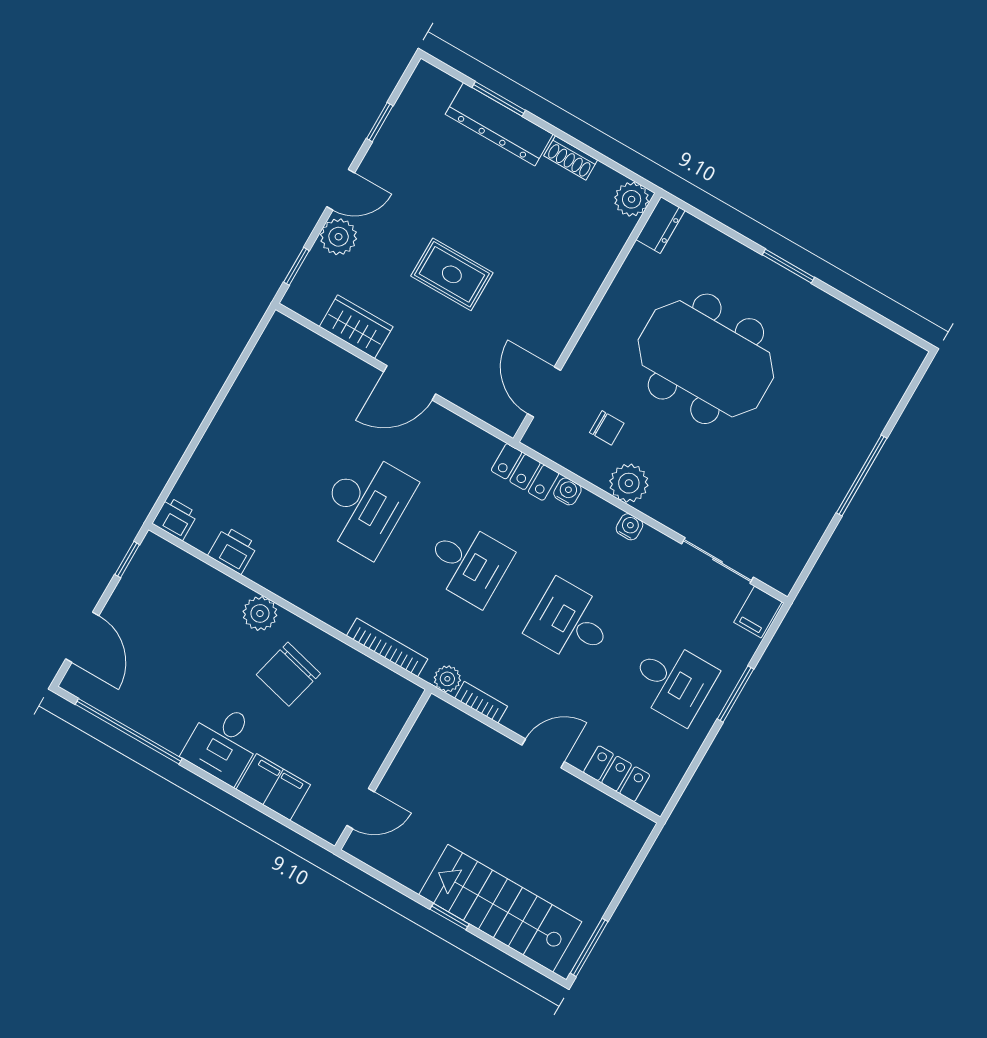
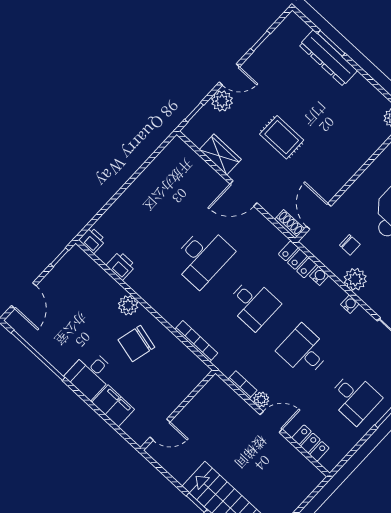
shoe rack: (571, 158) -> (289, 224), moved, turned 180
plant: (447, 679) -> (261, 399), moved

